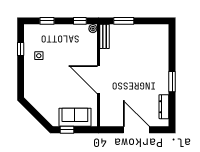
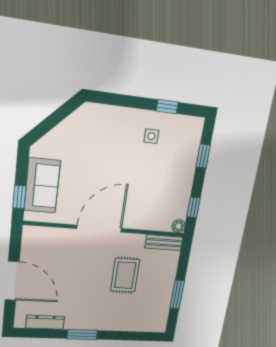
window: (124, 21) -> (177, 294), moved
rug: (128, 59) -> (125, 275), added
window: (67, 130) -> (19, 197), moved
door: (136, 130) -> (12, 281), hinge flipped

